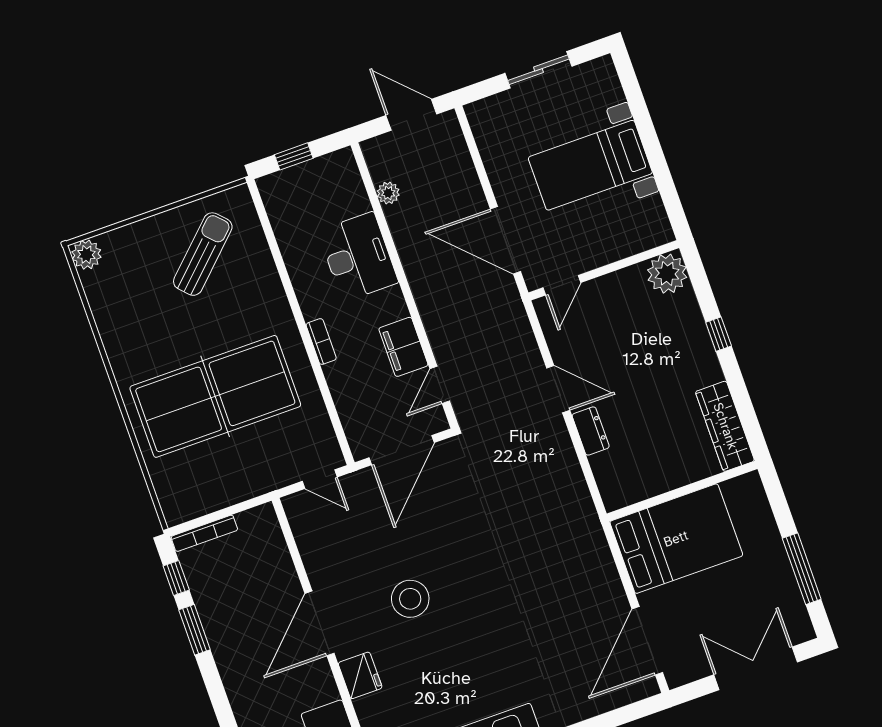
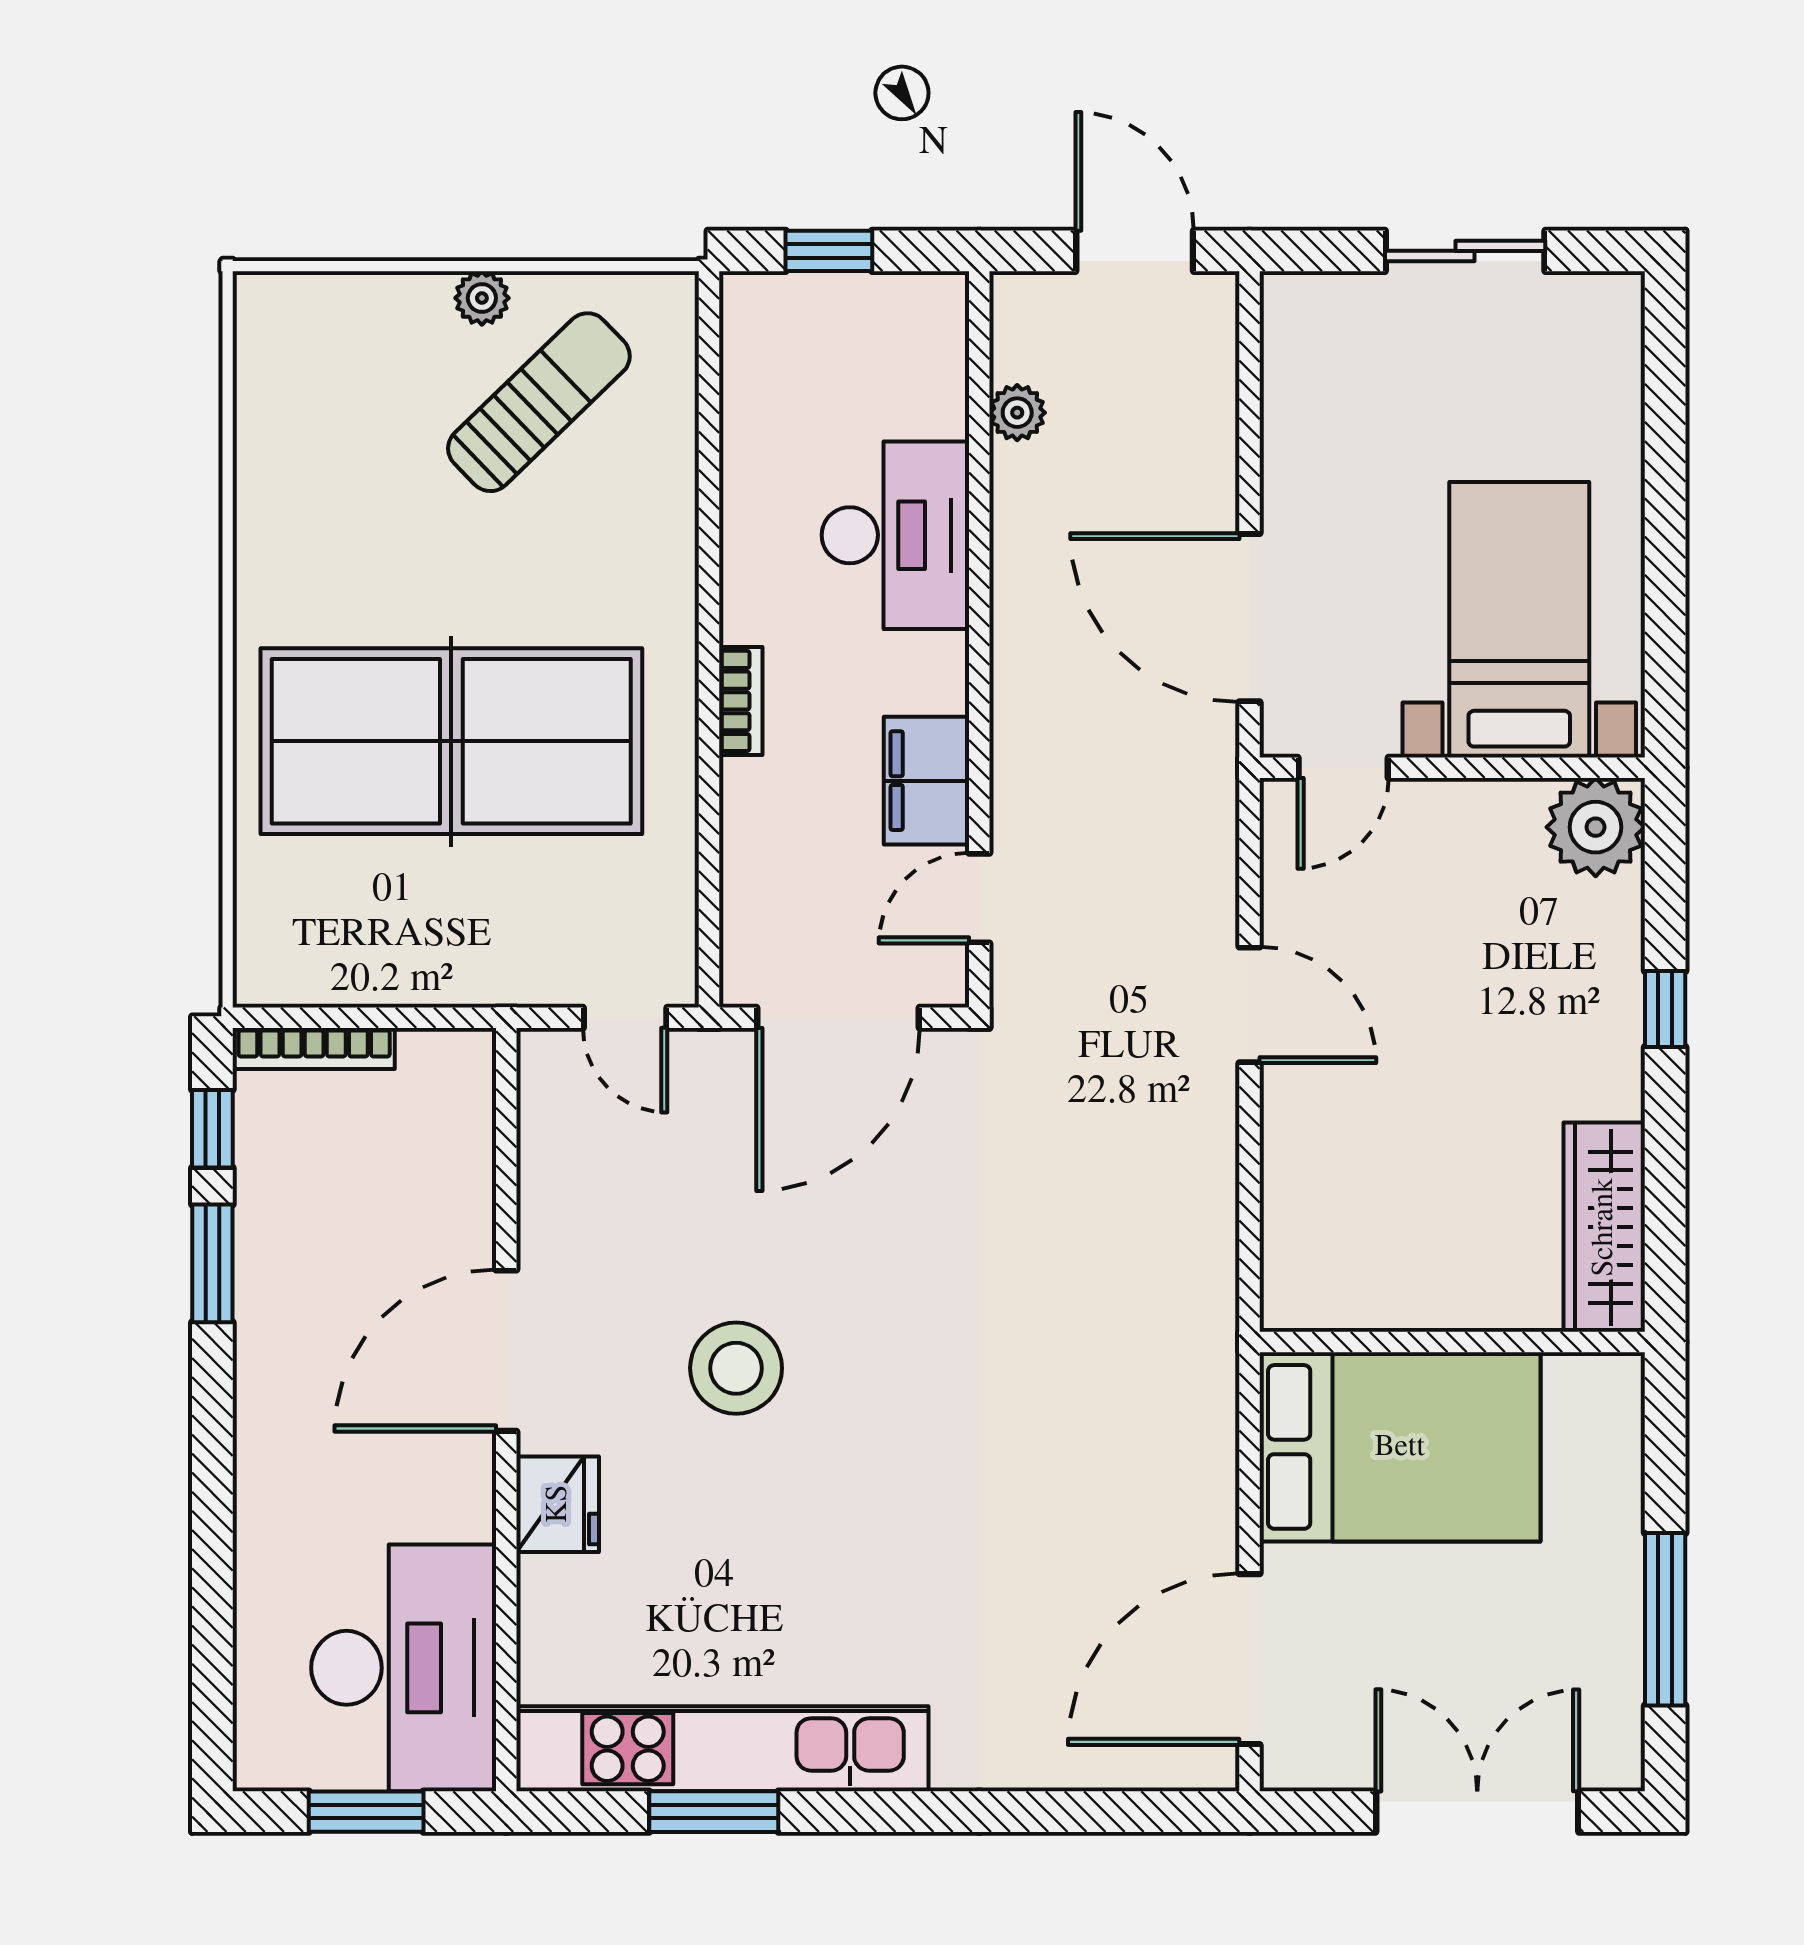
bed with nightstands: (590, 165) -> (1519, 620), moved, turned 90
plant: (86, 255) -> (482, 298), moved, width x0.73, depth x0.73
dresser: (591, 431) -> (1290, 1128), removed

